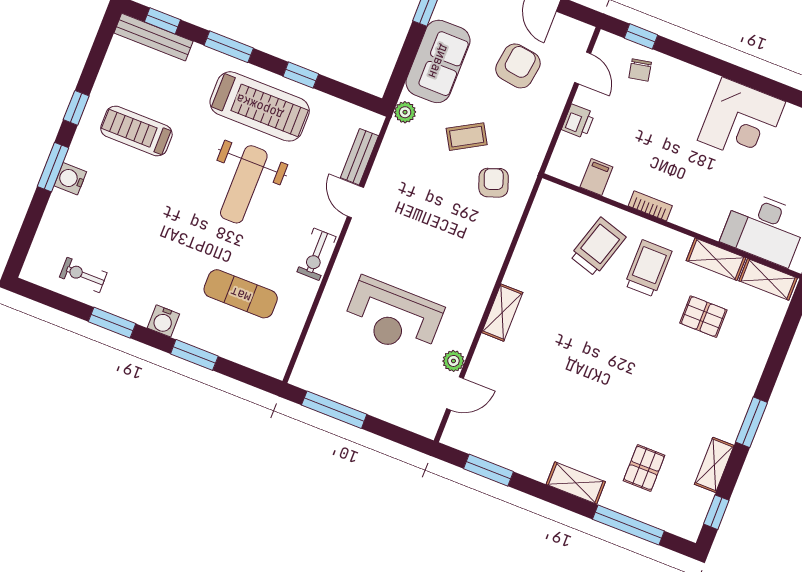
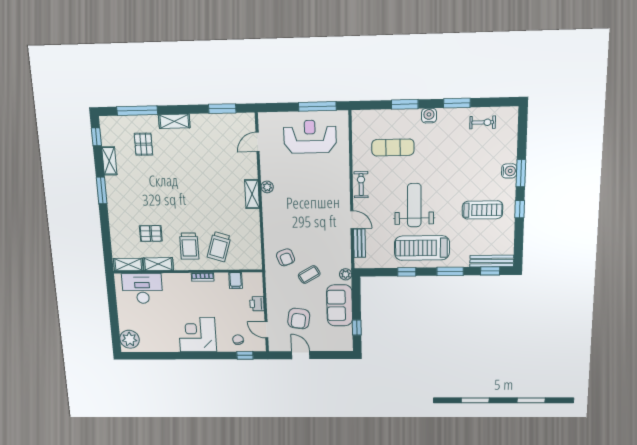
corner desk: (741, 121) -> (197, 335), moved
reception desk: (393, 317) -> (310, 137), moved
plant: (453, 361) -> (267, 187), moved

